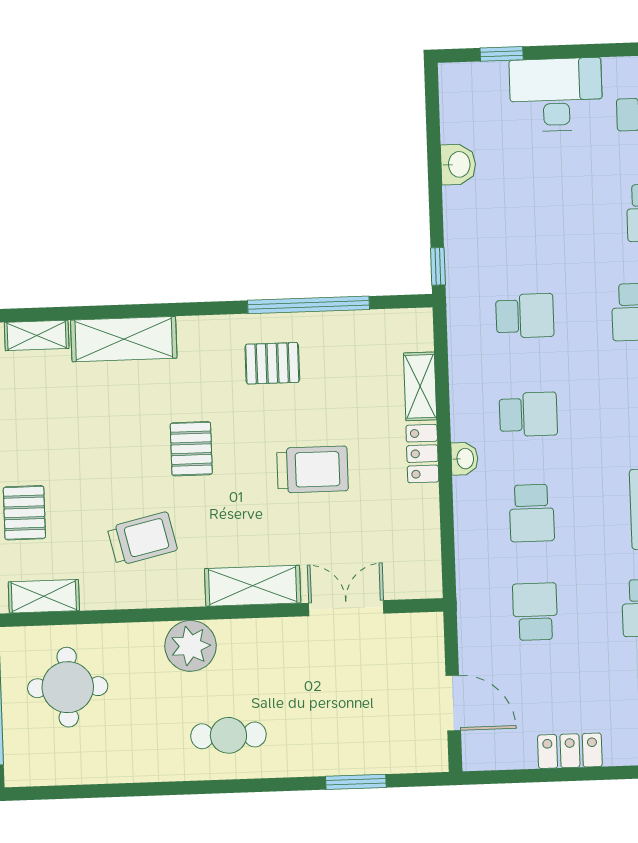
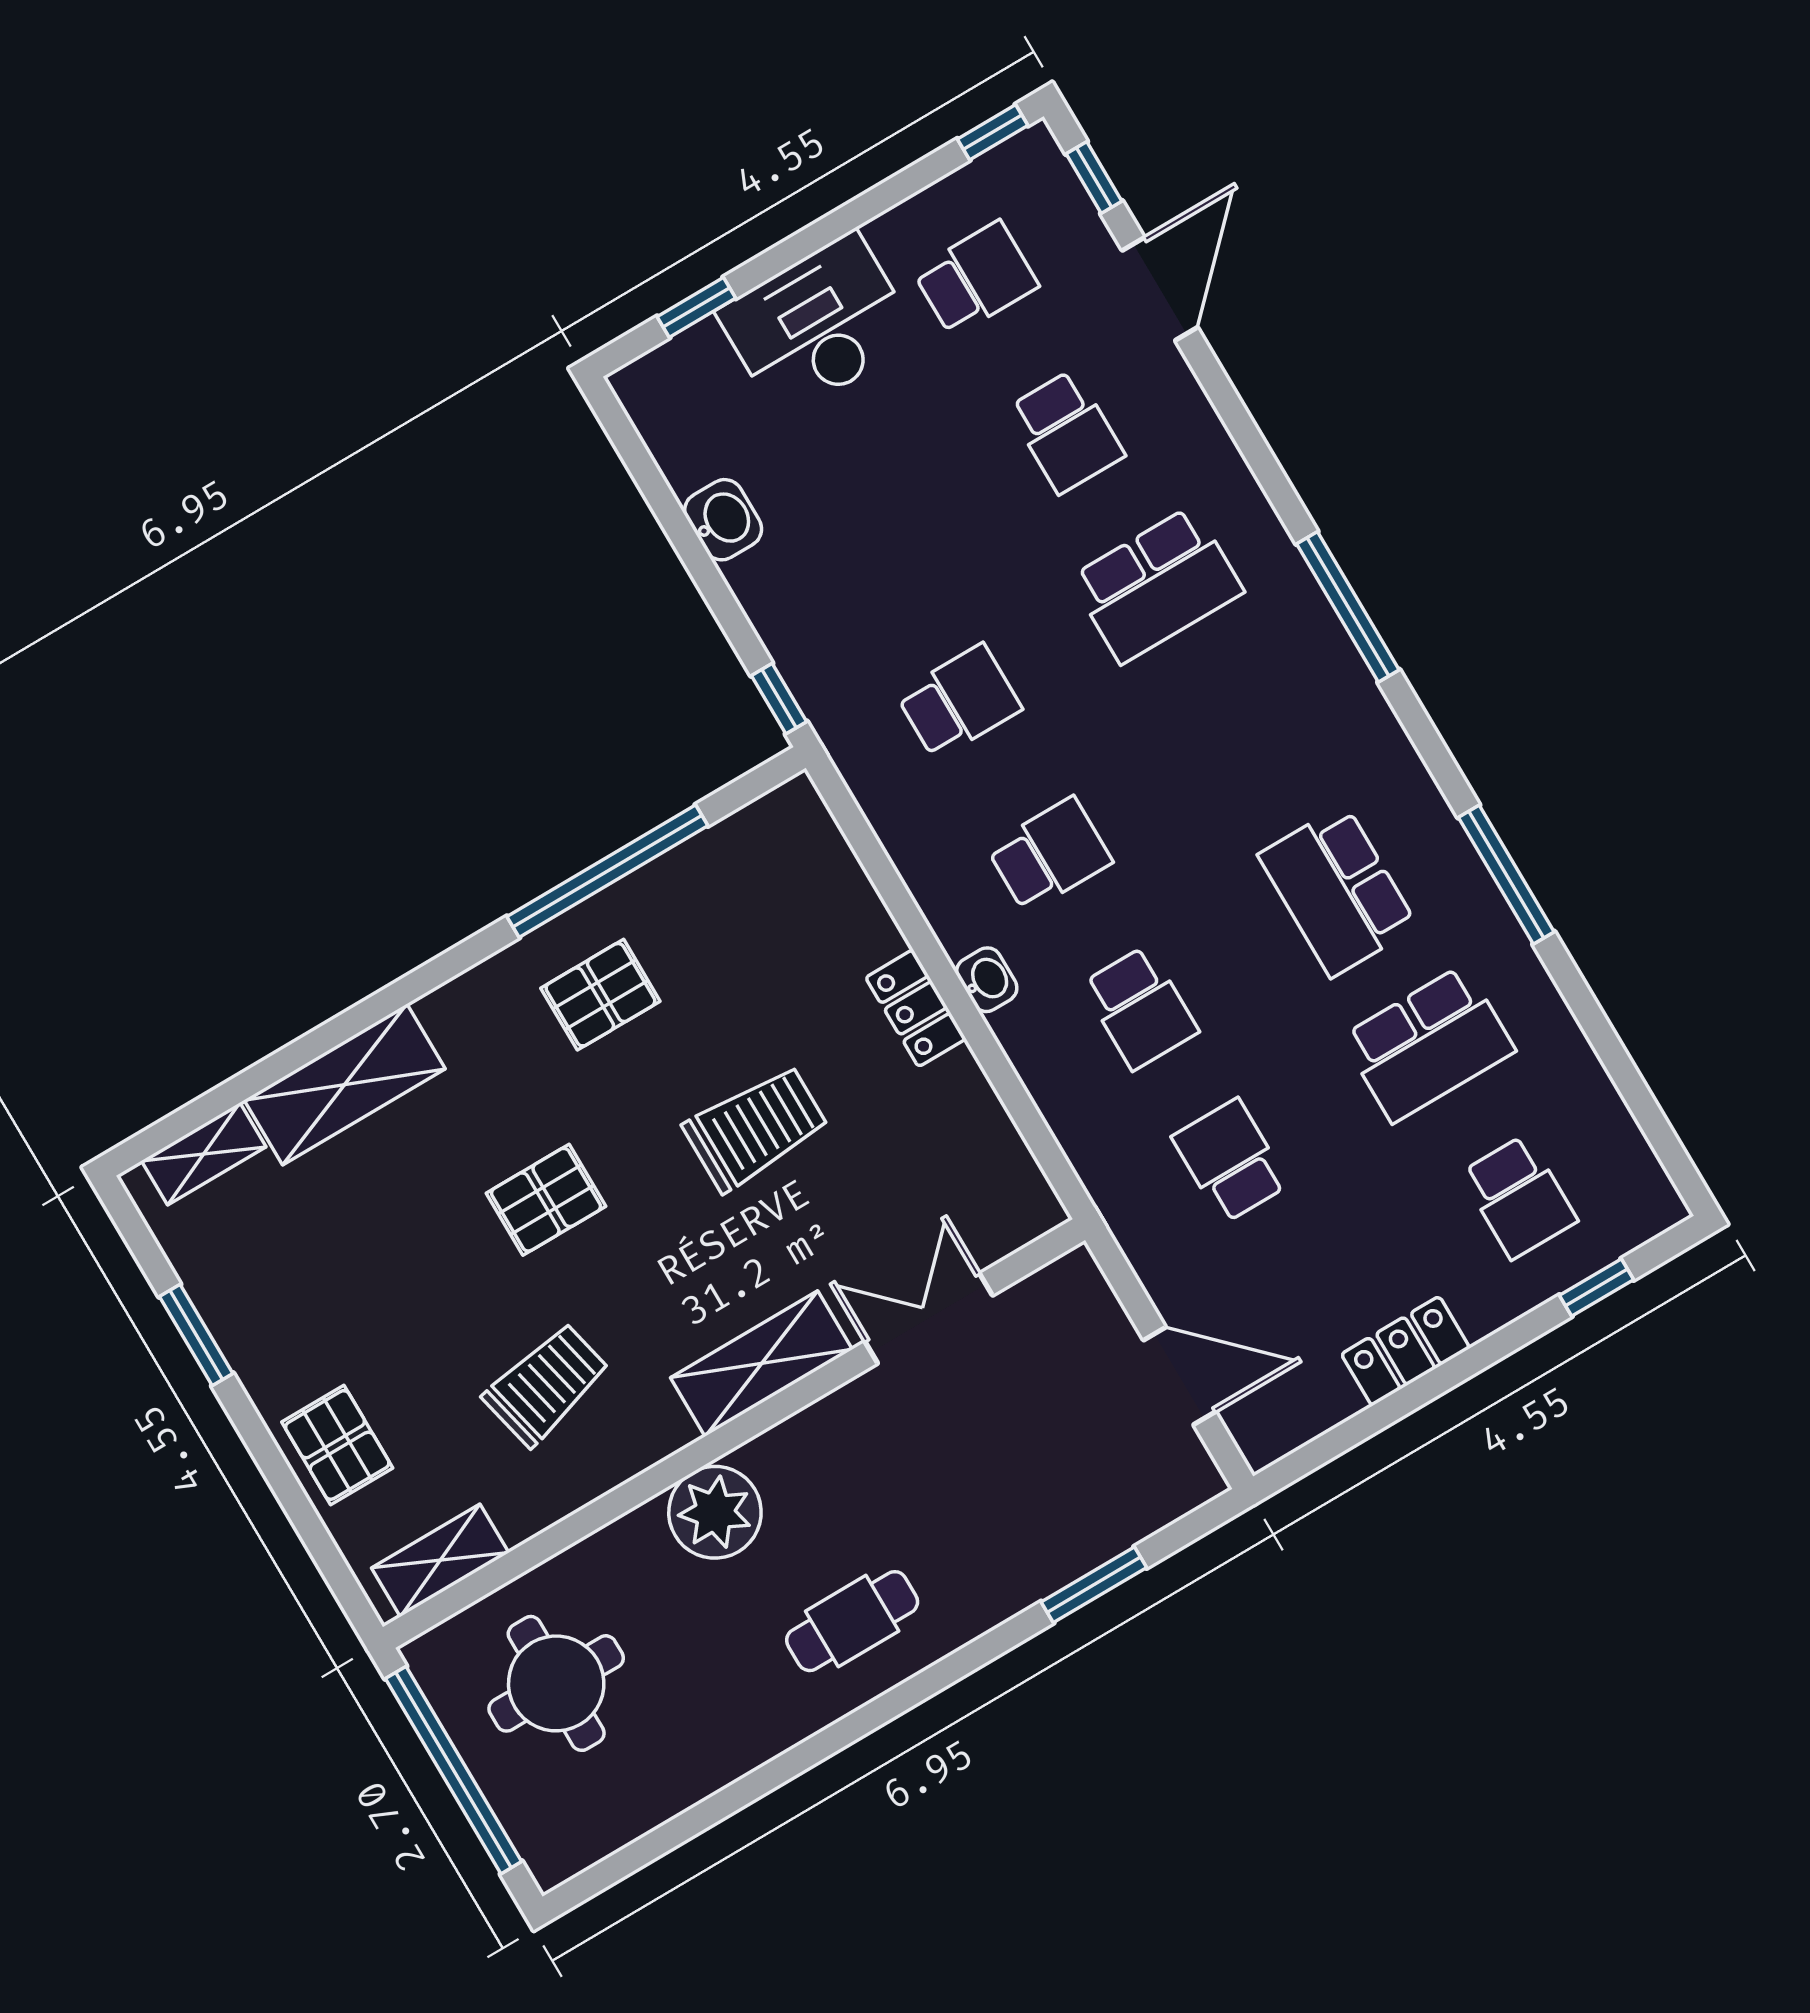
shelving: (420, 386) -> (854, 904), removed
pallet: (191, 449) -> (546, 1200), turned 90

